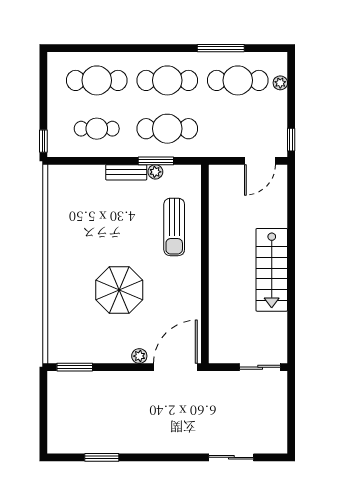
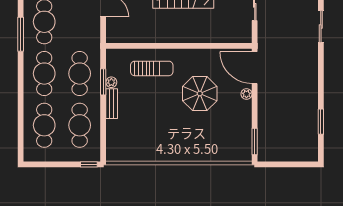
cafe table: (97, 129) -> (80, 125), width x1.37, depth x1.35
parasol: (119, 290) -> (200, 94), moved

